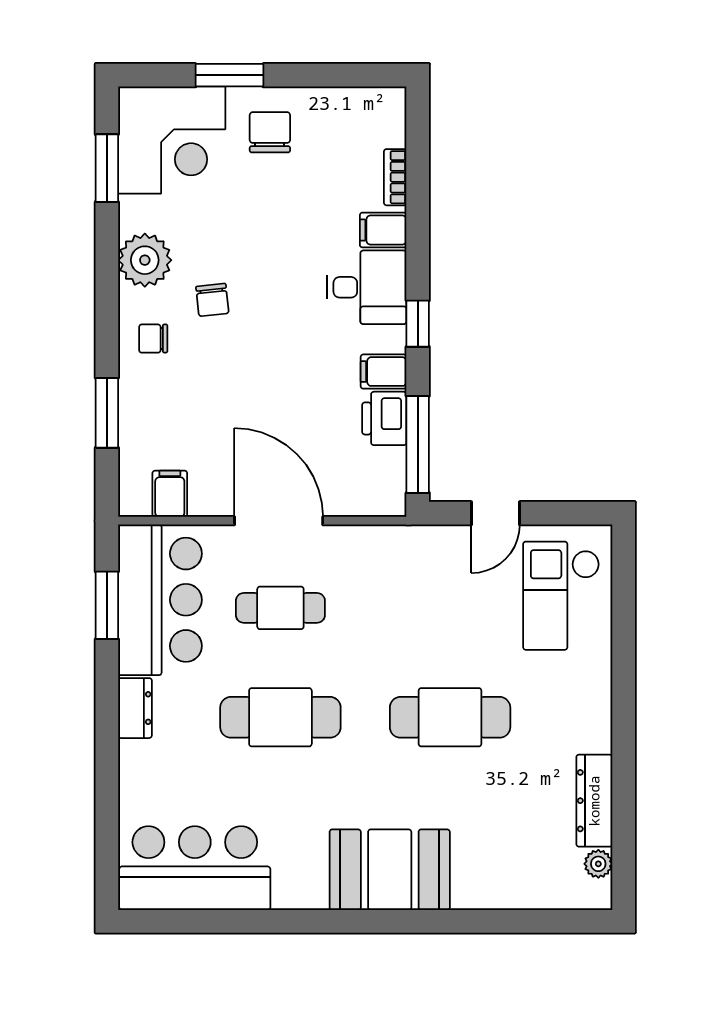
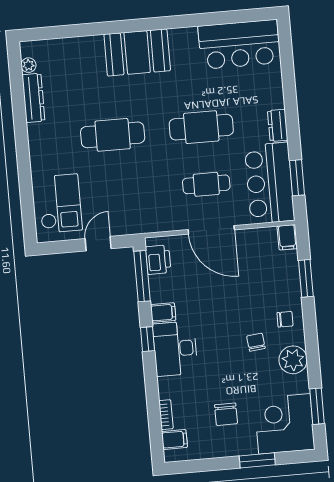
chair: (270, 132) -> (226, 414), moved
filing cabinet: (383, 230) -> (174, 440), moved
desk: (367, 287) -> (175, 349), width x1.37
printer: (384, 418) -> (158, 260), moved
filing cabinet: (170, 494) -> (287, 237), moved

